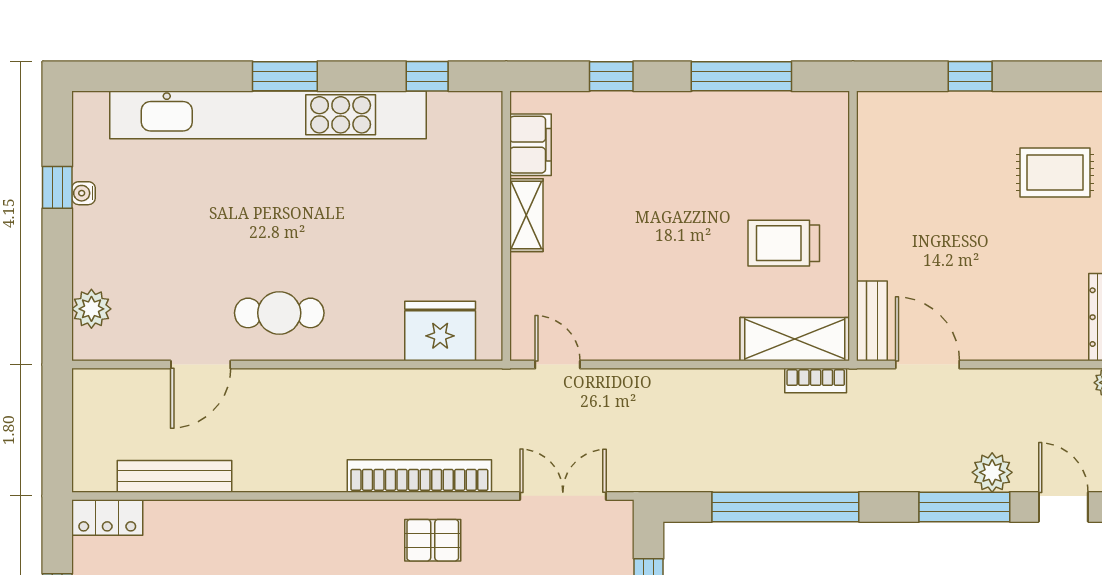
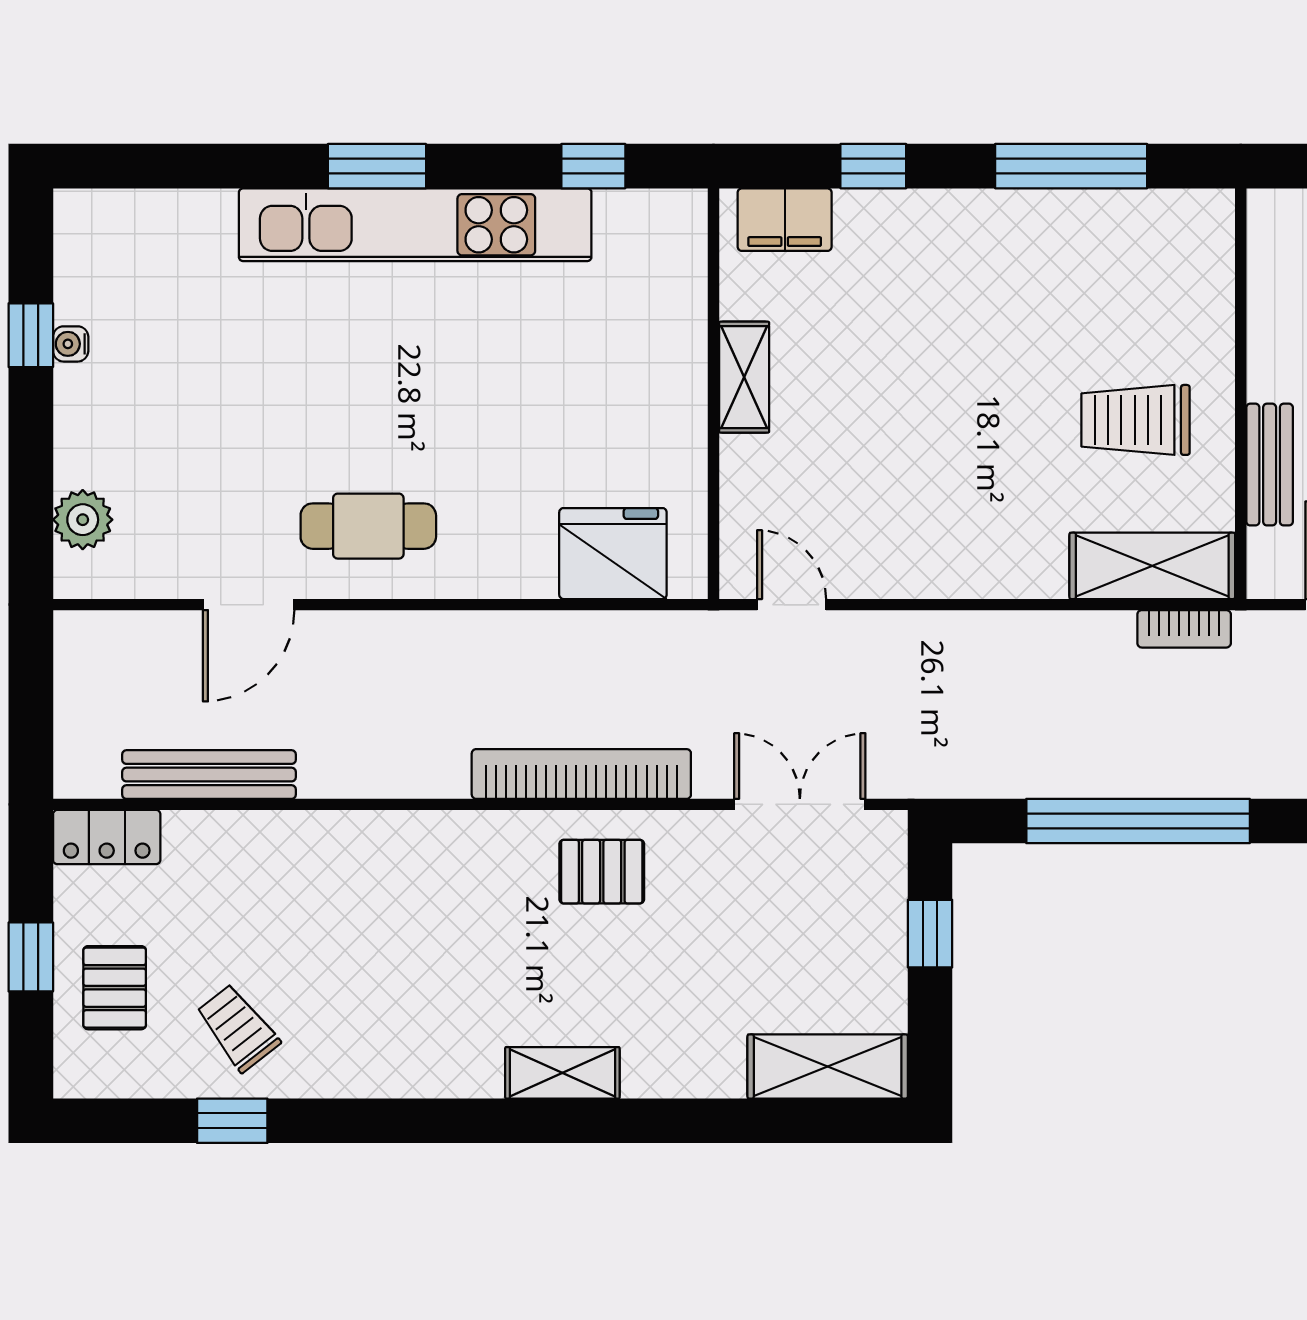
kitchen unit: (268, 115) -> (415, 225), width x0.73
filing cabinet: (531, 145) -> (785, 220), moved, turned 90
bench: (872, 321) -> (1270, 465), moved

